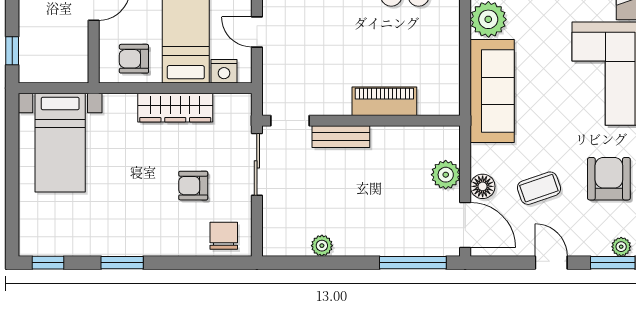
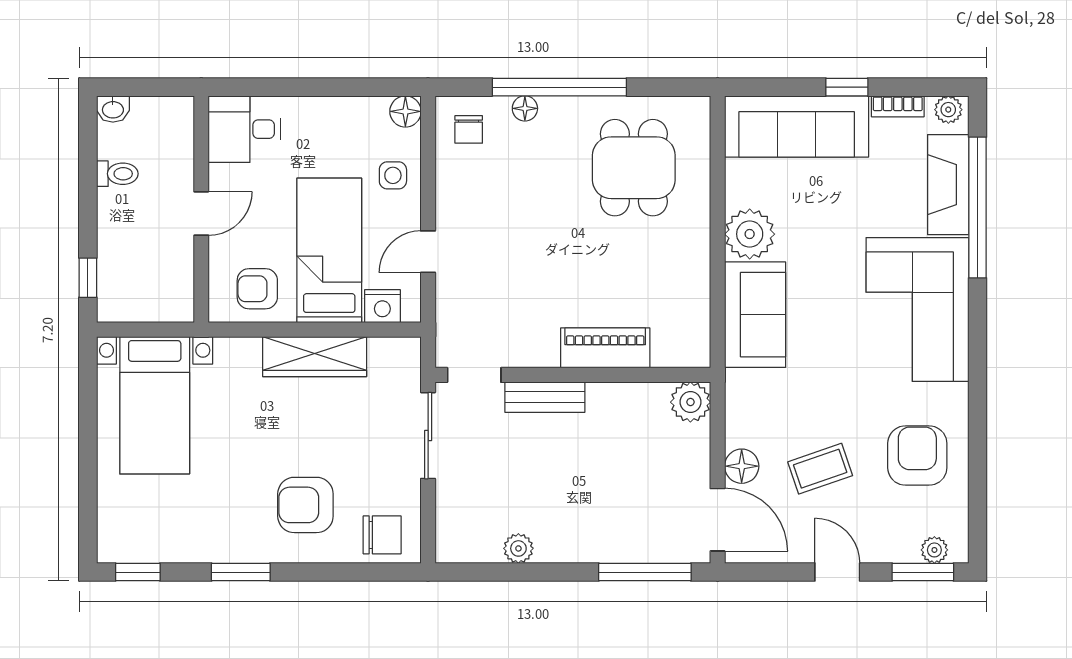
door: (257, 32) -> (428, 252), hinge flipped
sofa: (492, 91) -> (755, 315), width x0.73
plant: (446, 175) -> (690, 402), moved
armchair: (193, 186) -> (305, 505), moved, width x1.38, depth x1.38
chair: (224, 236) -> (382, 535), turned 90

